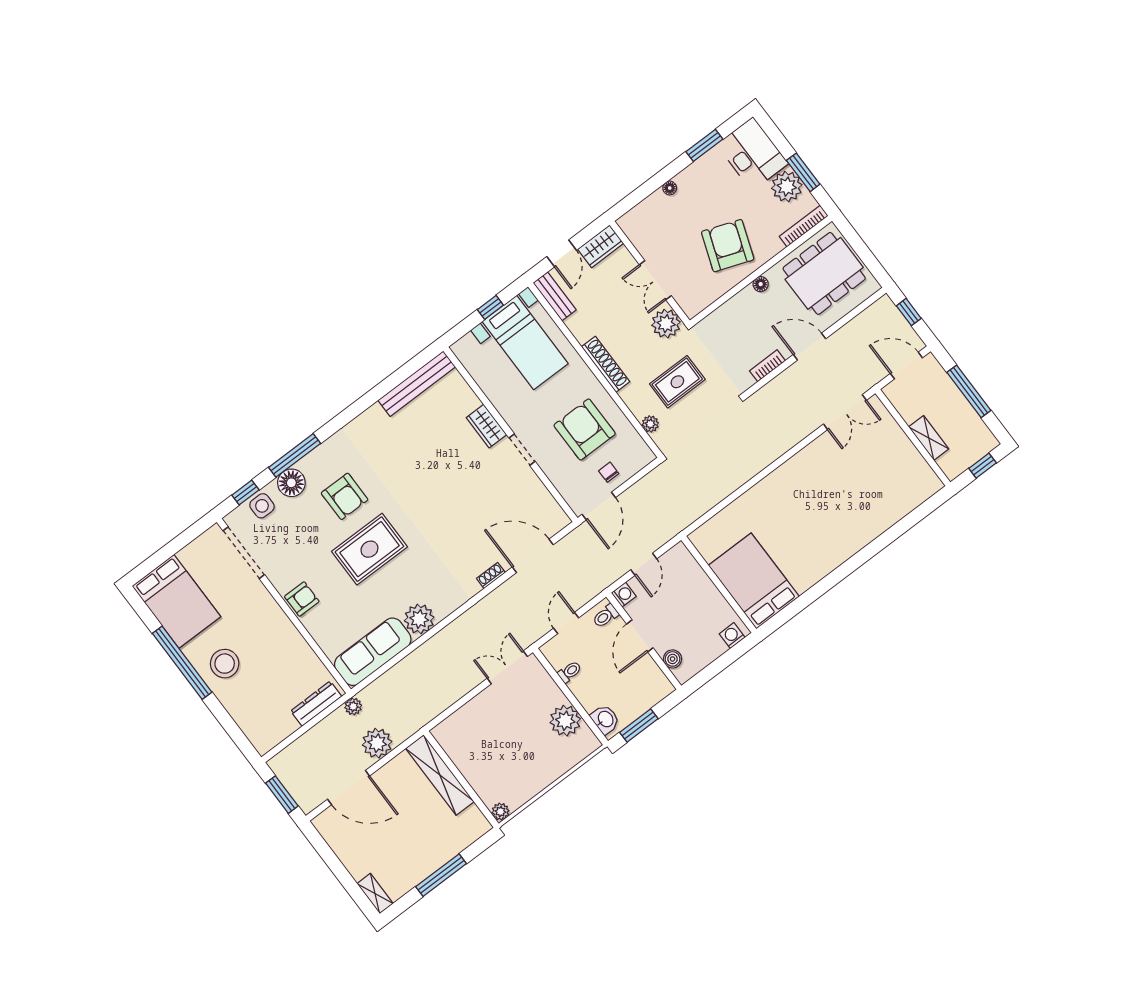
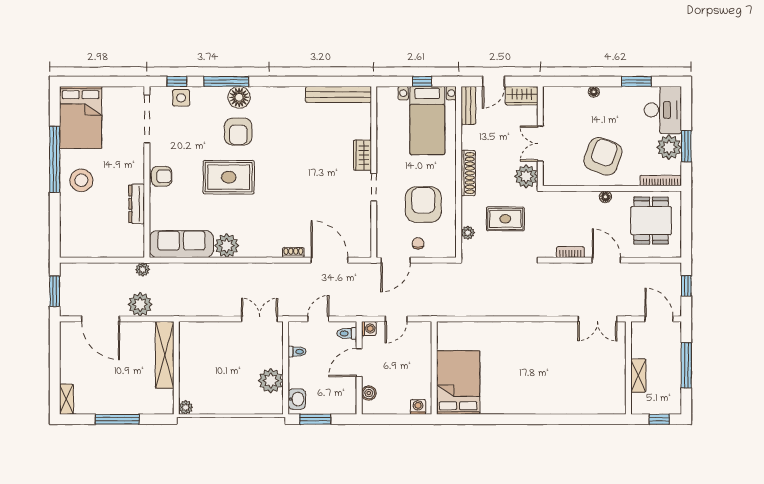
dining table: (824, 273) -> (651, 221), width x0.73
floor lamp: (291, 483) -> (239, 97), moved
dresser: (316, 704) -> (137, 204), moved, turned -90

